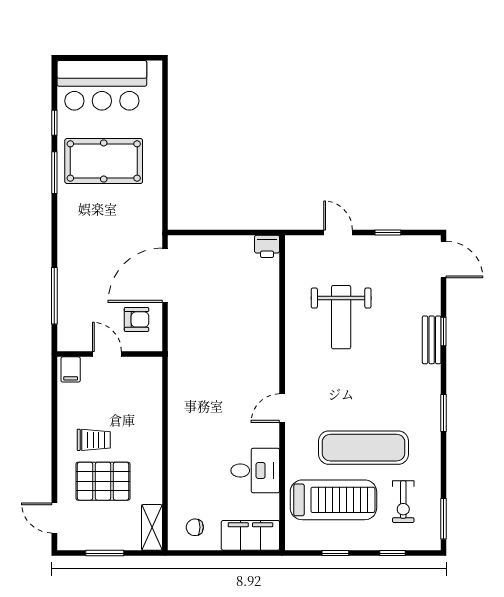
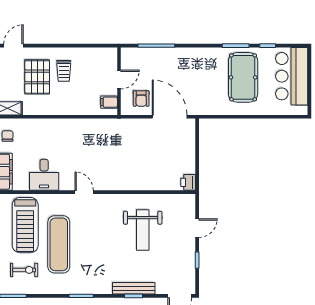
weight bench: (341, 317) -> (143, 230), turned -90
bench: (432, 340) -> (134, 288), width x1.36
filing cabinet: (71, 369) -> (109, 102), moved
exercise bike: (403, 502) -> (24, 270), turned 180

